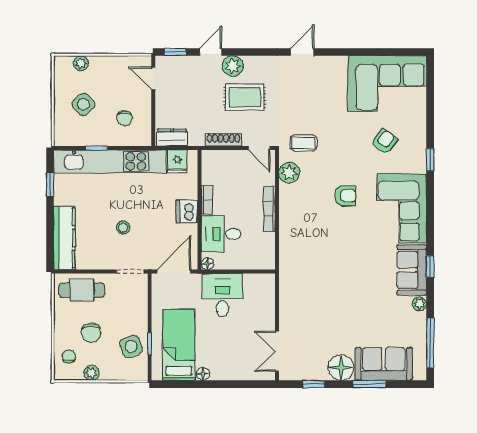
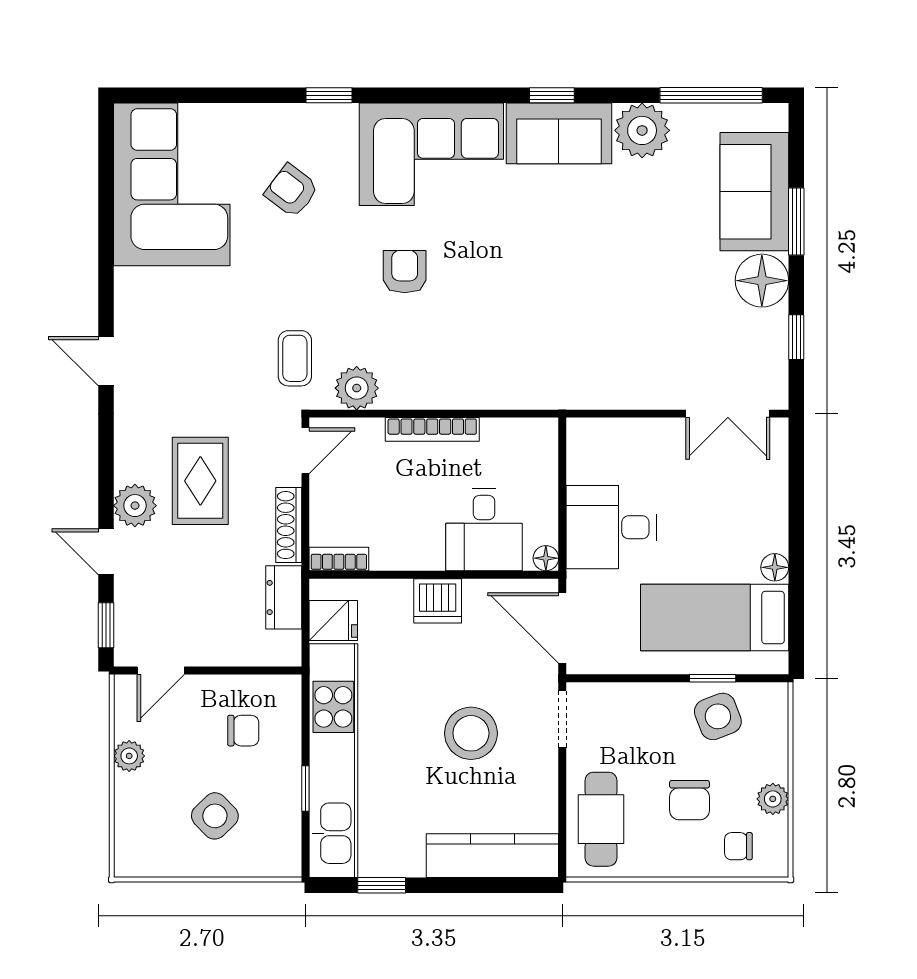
plant: (81, 63) -> (129, 756), moved
dresser: (172, 137) -> (284, 597), moved
bookcase: (207, 200) -> (339, 559), moved
stool: (123, 228) -> (471, 733), width x1.89, depth x1.89
plant: (419, 304) -> (642, 130), width x1.87, depth x1.87
chair: (91, 333) -> (689, 800), turned 90

